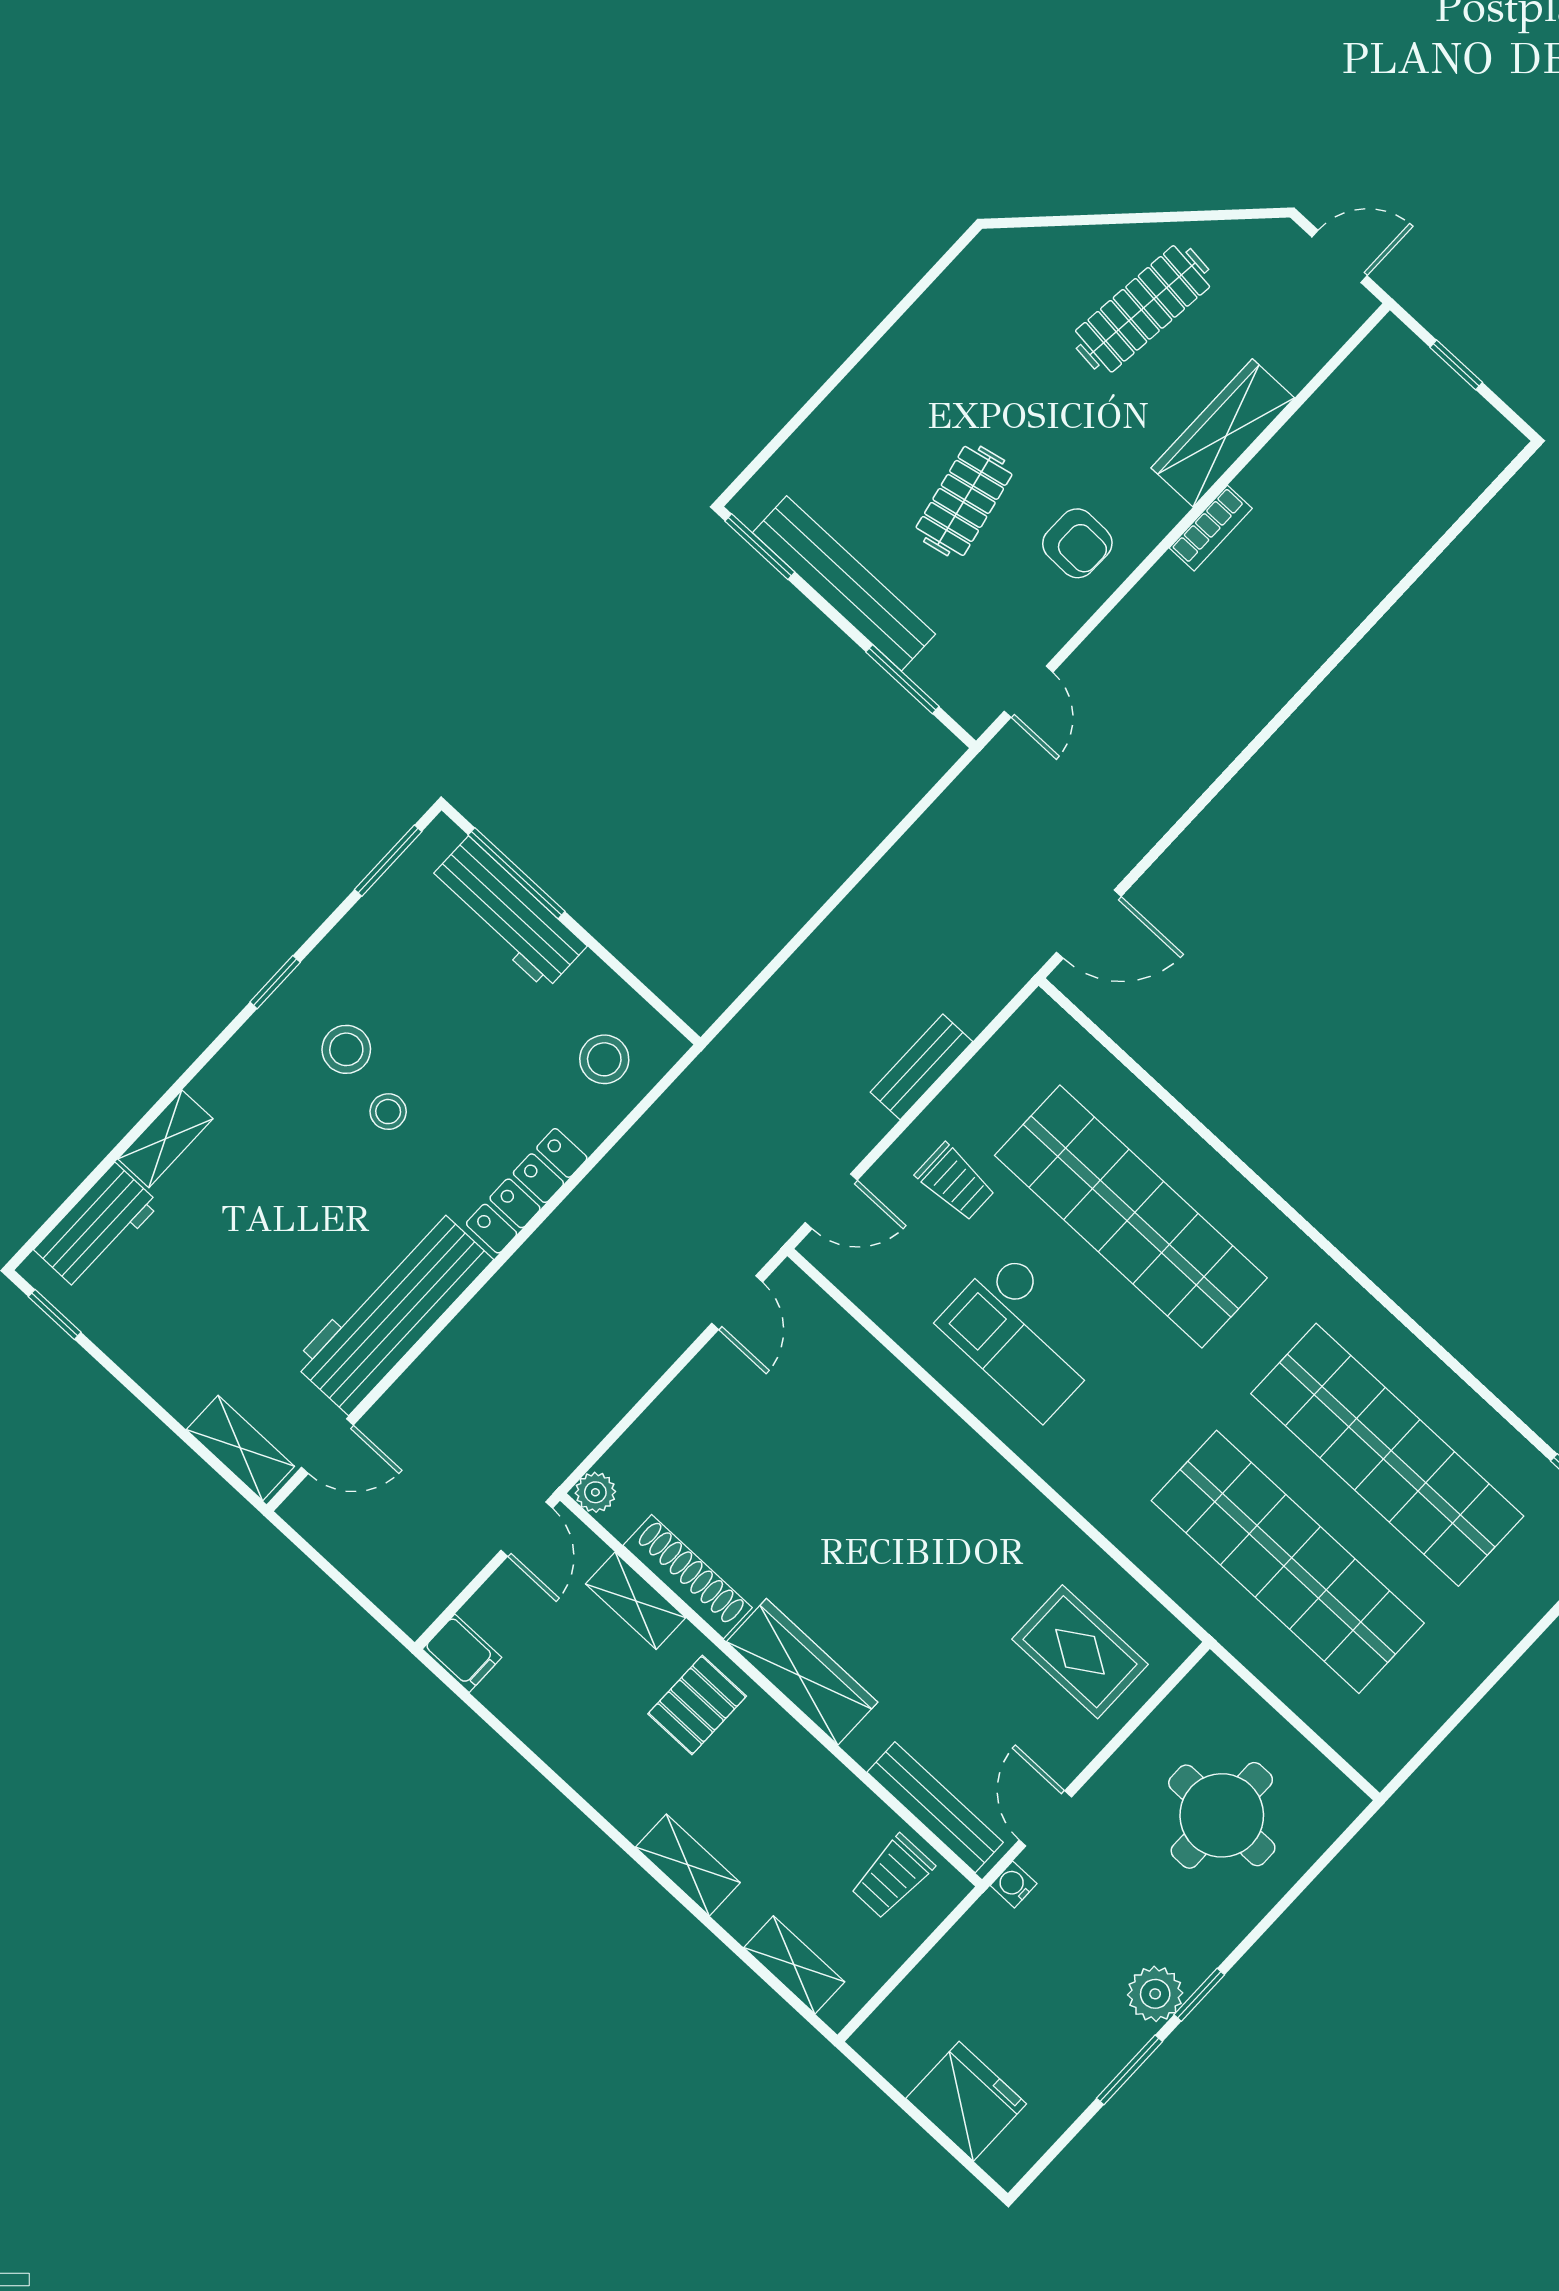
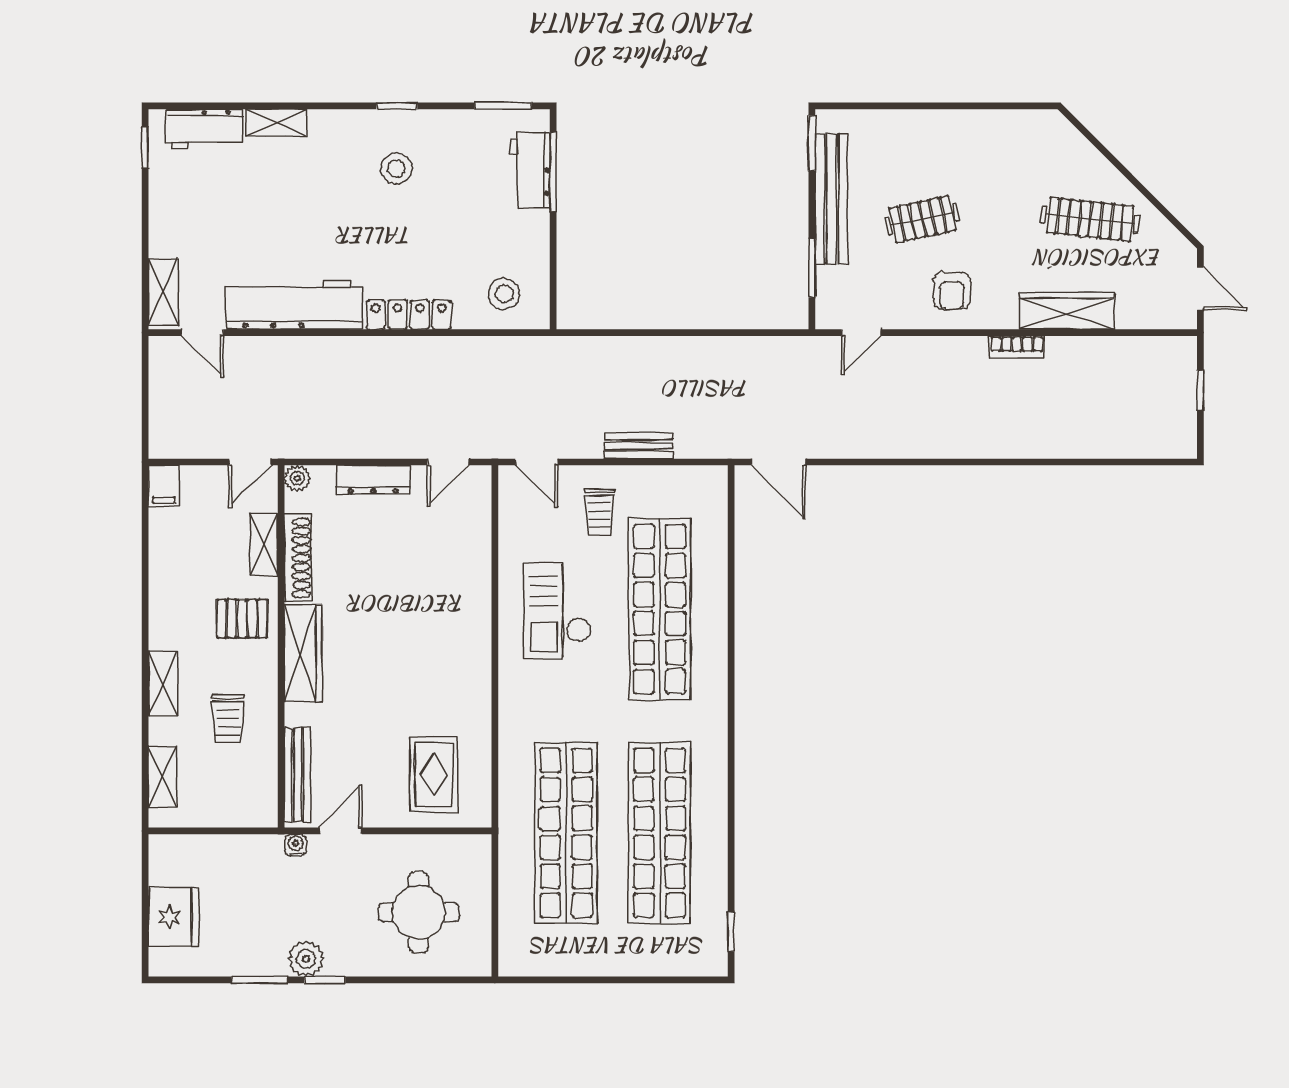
workbench: (507, 913) -> (530, 171), width x0.73
stool: (388, 1112) -> (385, 215), removed
dresser: (678, 1407) -> (373, 480), added
trolley: (892, 1877) -> (228, 719), moved, turned -90

